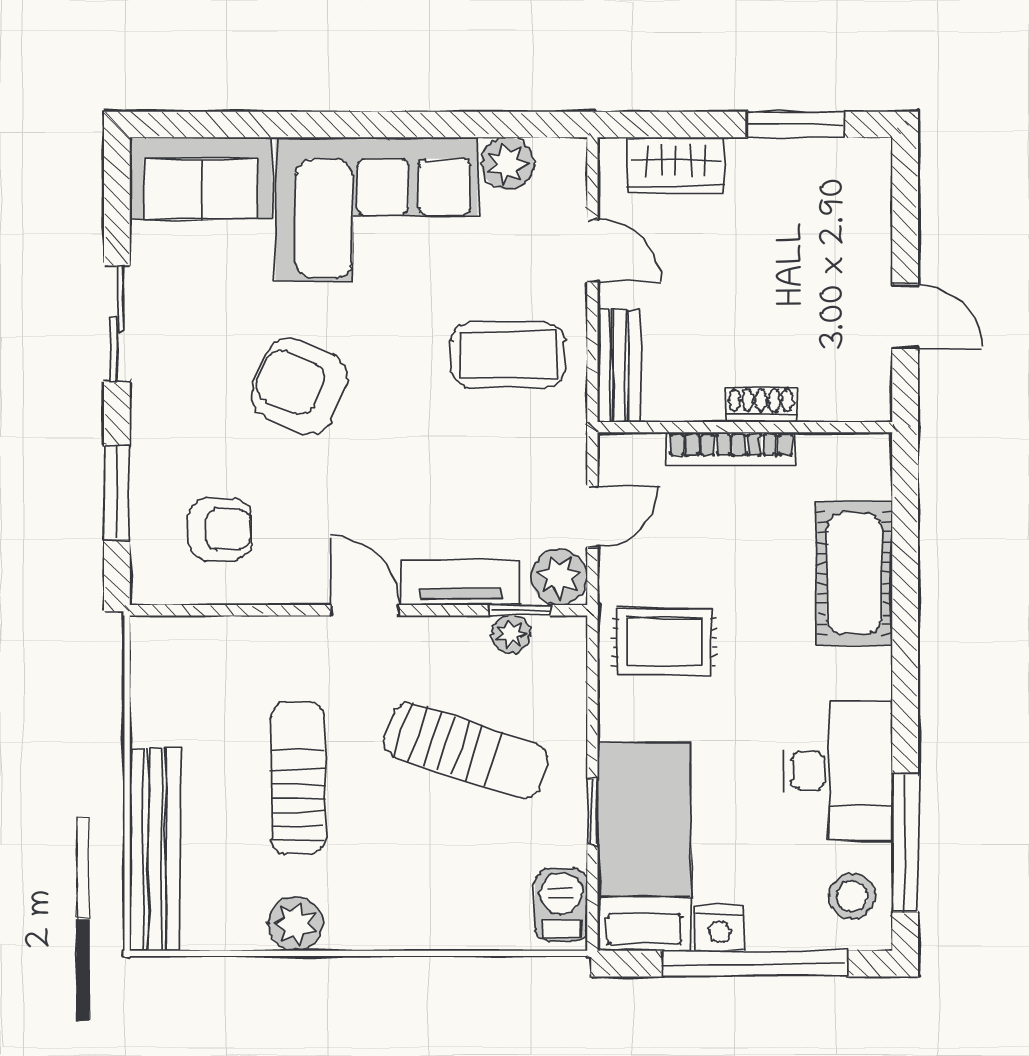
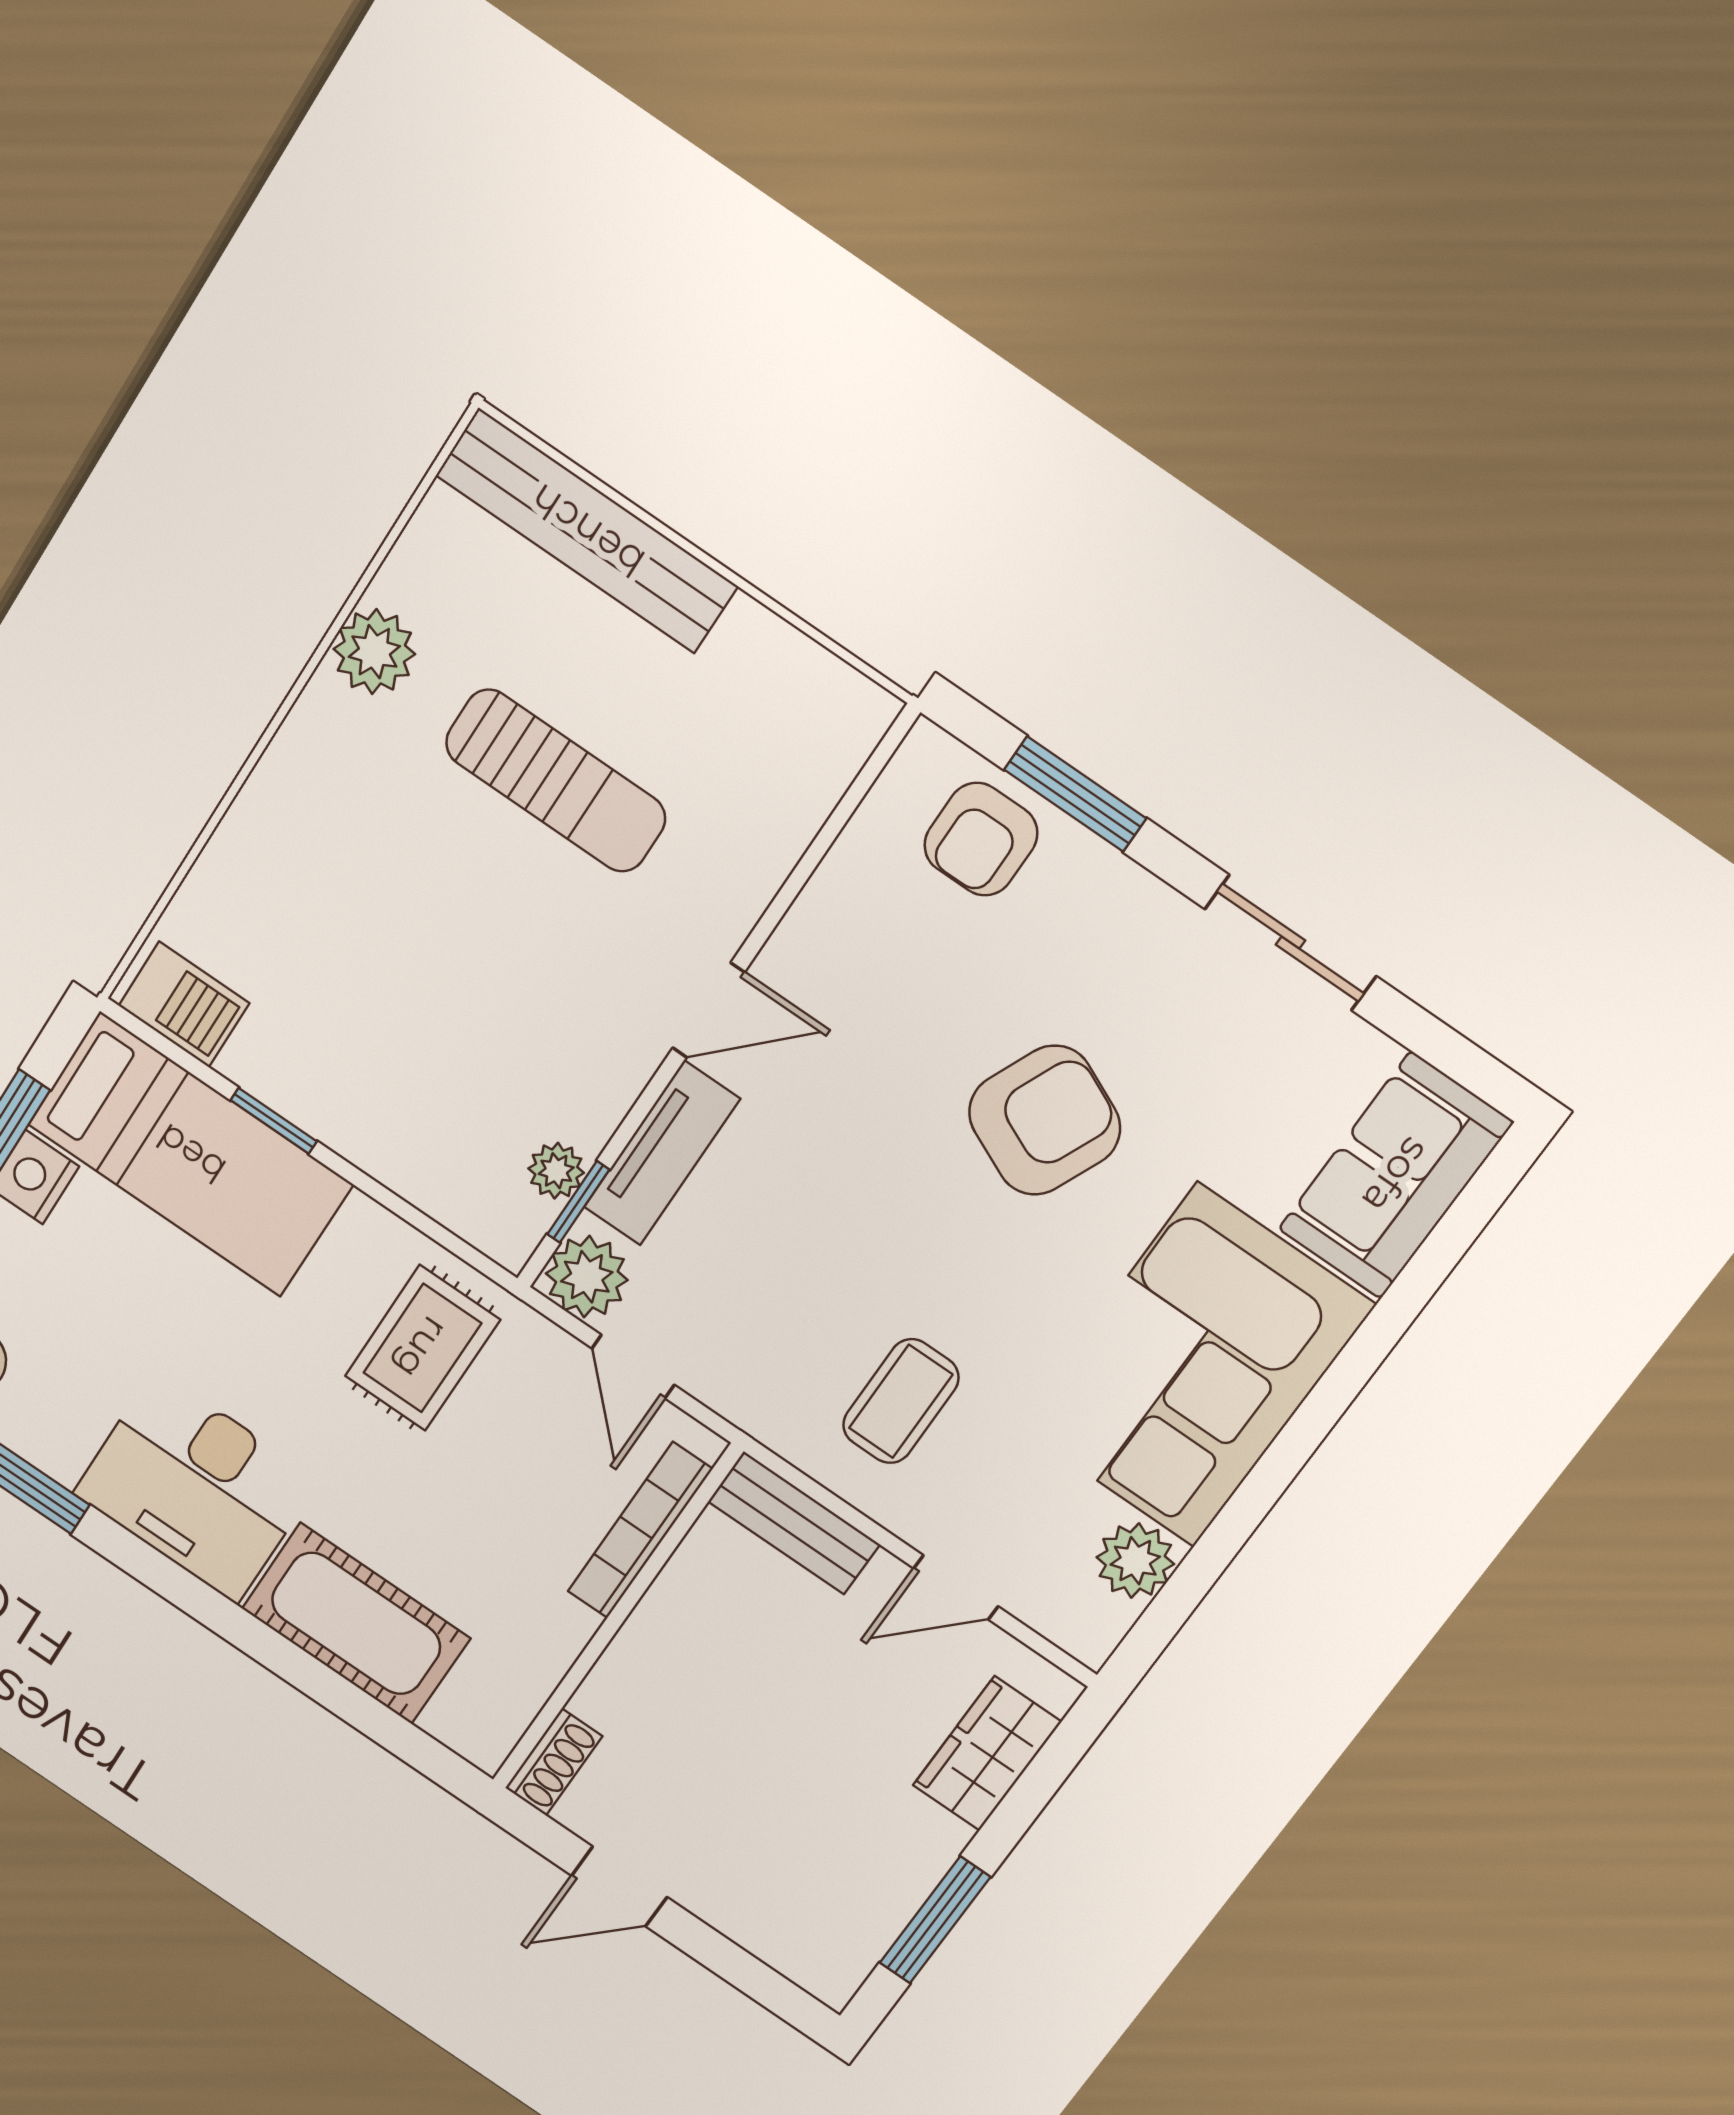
coffee table: (508, 355) -> (901, 1401), width x0.73, depth x0.77
shoe rack: (761, 405) -> (554, 1762), moved
bookcase: (731, 449) -> (640, 1530), moved
armchair: (220, 529) -> (981, 839), moved
sun lounger: (466, 751) -> (450, 1017), removed
desk: (838, 771) -> (196, 1487), moved

